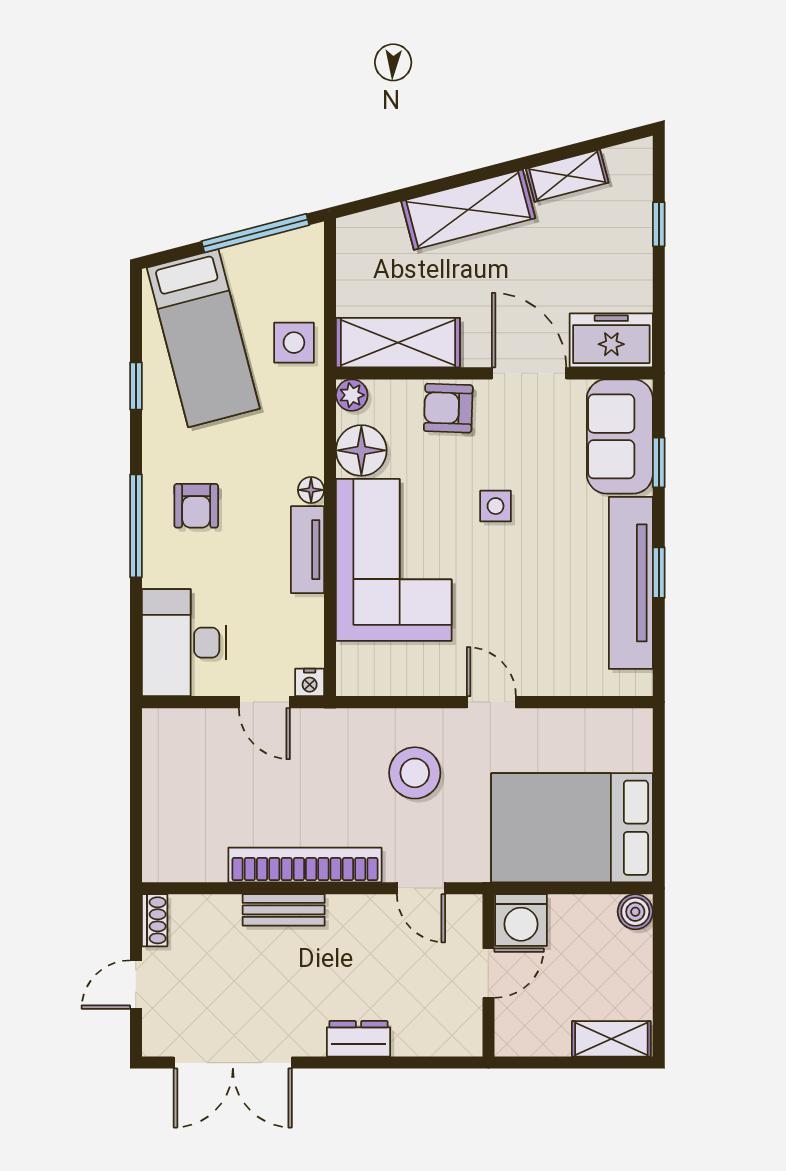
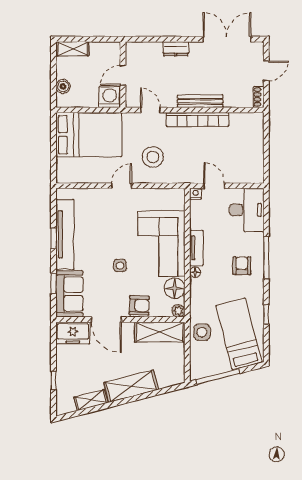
door: (491, 702) -> (122, 186), swing flipped
bench: (284, 910) -> (200, 101), width x1.36
boiler: (635, 912) -> (63, 86), moved

